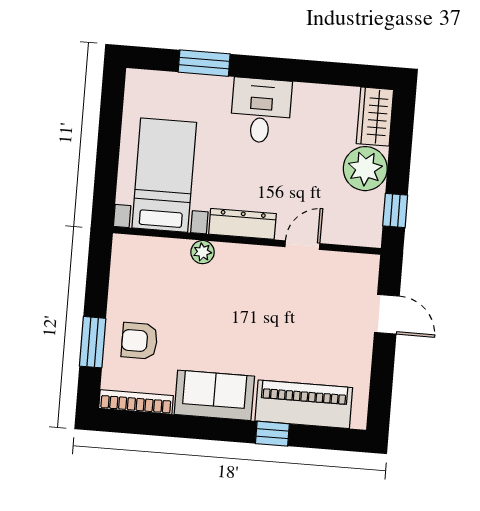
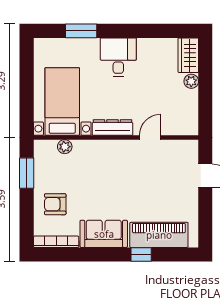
plant: (365, 169) -> (191, 81), width x0.53, depth x0.53
window: (395, 210) -> (205, 112), removed
plant: (203, 252) -> (65, 147), moved
window: (93, 342) -> (27, 173), moved

